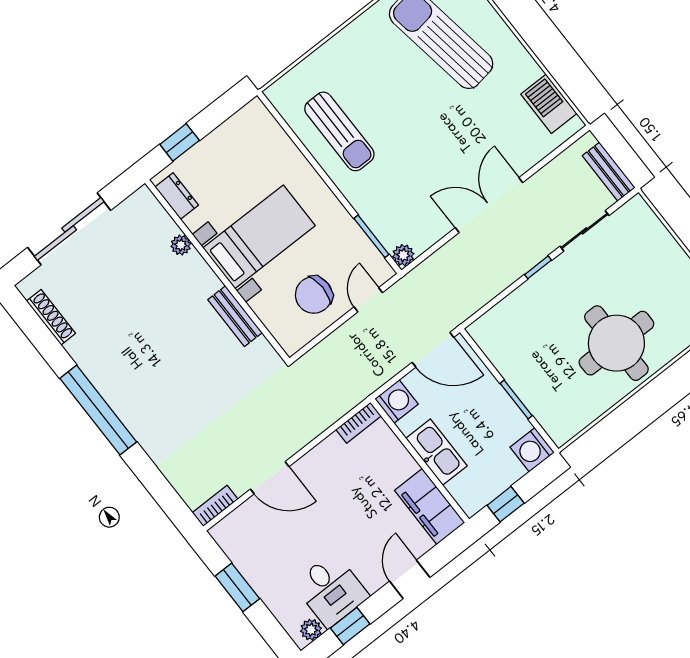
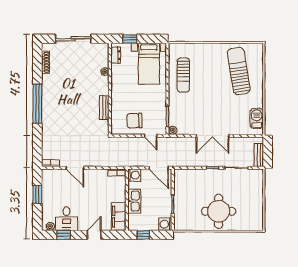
double door: (489, 205) -> (212, 136), swing flipped
bed with nightstands: (259, 237) -> (149, 64), moved, turned 90
door: (368, 300) -> (151, 136), swing flipped

